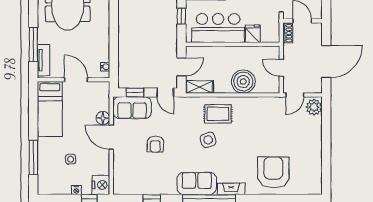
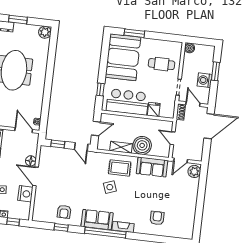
door: (326, 61) -> (209, 126), moved
door: (76, 80) -> (24, 130), moved
shelving: (199, 87) -> (121, 147), moved
sofa: (132, 108) -> (152, 167), moved
armchair: (155, 144) -> (64, 212), moved
armchair: (273, 172) -> (157, 218), width x0.53, depth x0.53
nightstand: (101, 185) -> (25, 194), moved

